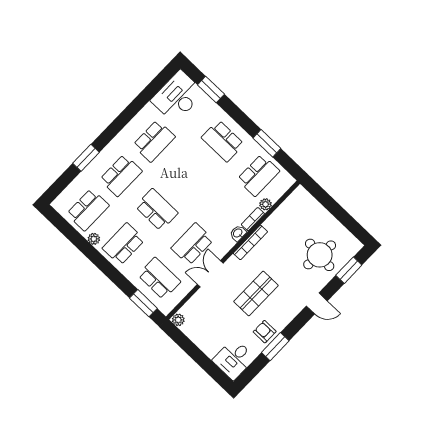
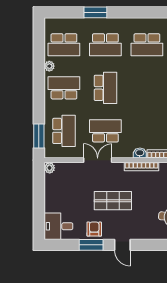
door: (317, 303) -> (122, 245), moved

